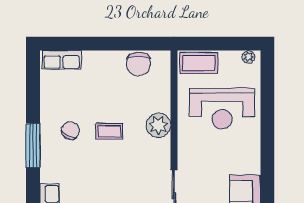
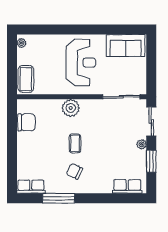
row of seats: (62, 60) -> (31, 187), moved, turned -90
reception desk: (222, 109) -> (81, 63), moved
window: (33, 145) -> (59, 198), moved

